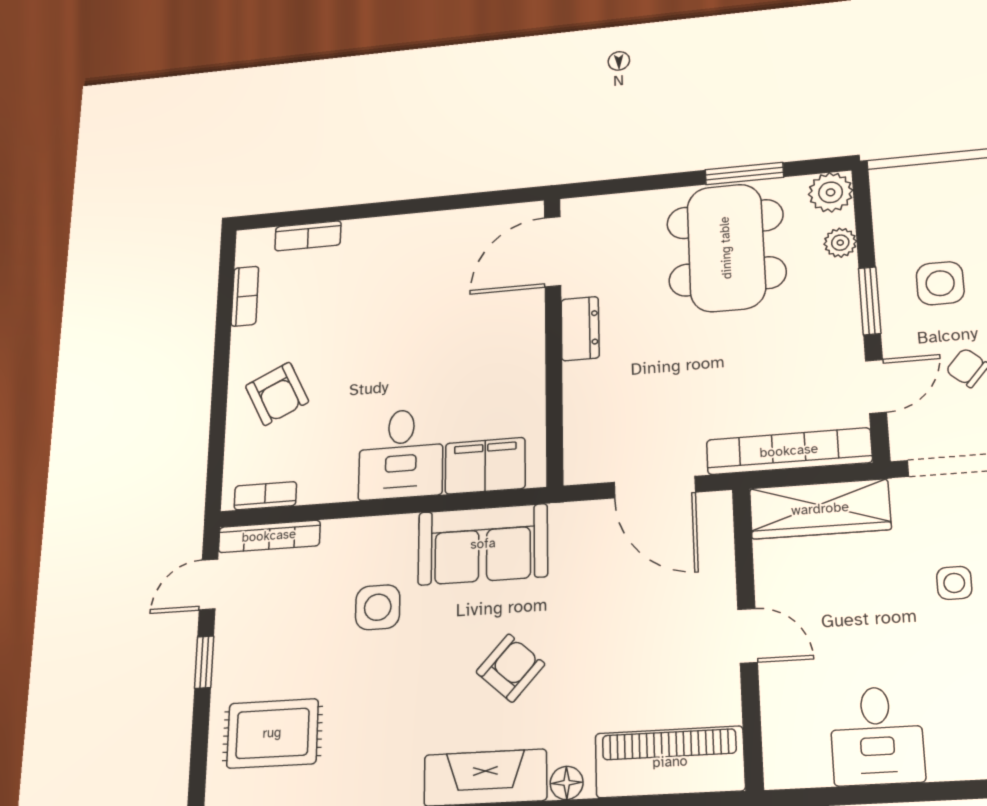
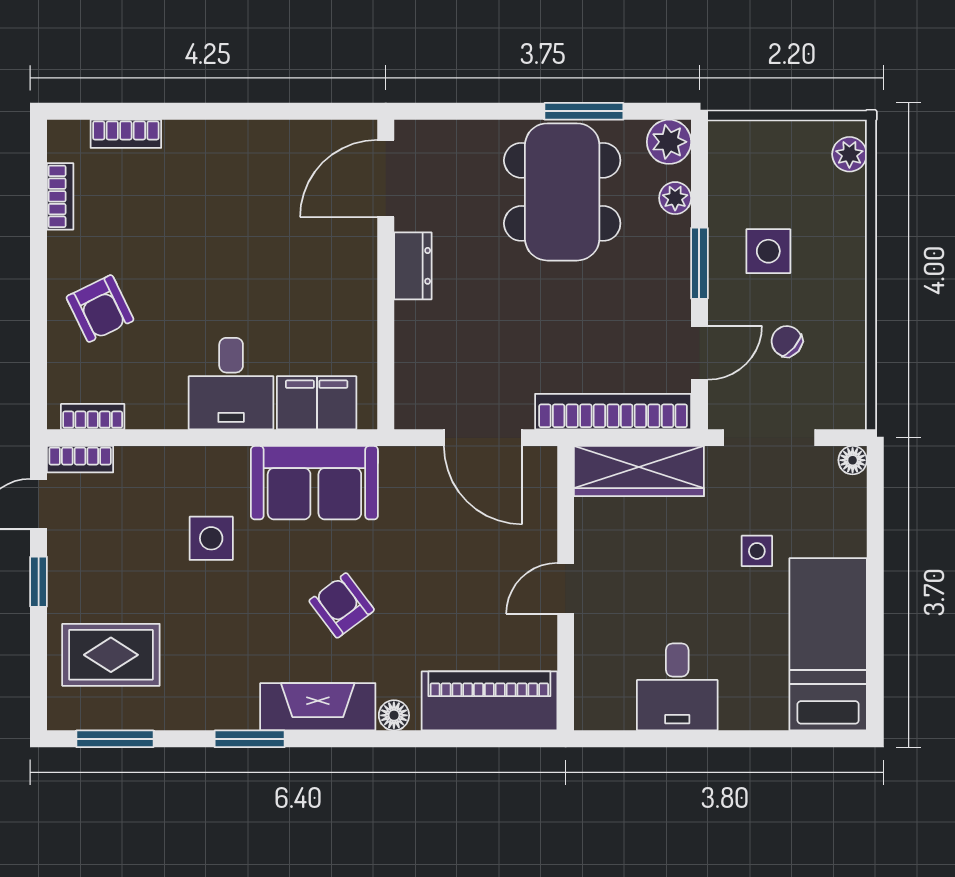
bookcase: (269, 536) -> (80, 459), width x0.64
door: (748, 636) -> (566, 588), swing flipped
armchair: (510, 668) -> (342, 605), turned -79

